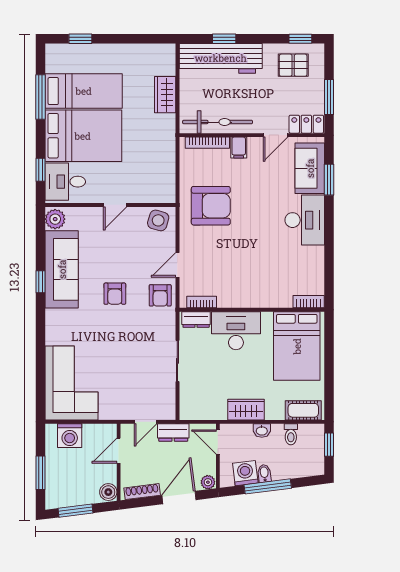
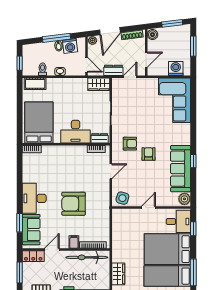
armchair: (211, 206) -> (74, 204), moved
armchair: (160, 295) -> (130, 144), moved, turned 90
wardrobe: (246, 410) -> (99, 84), moved

